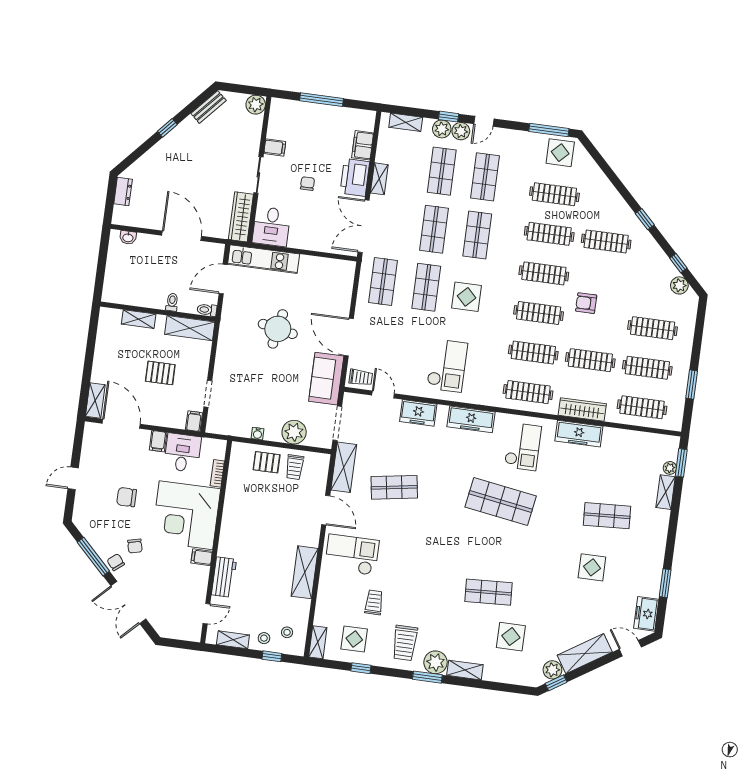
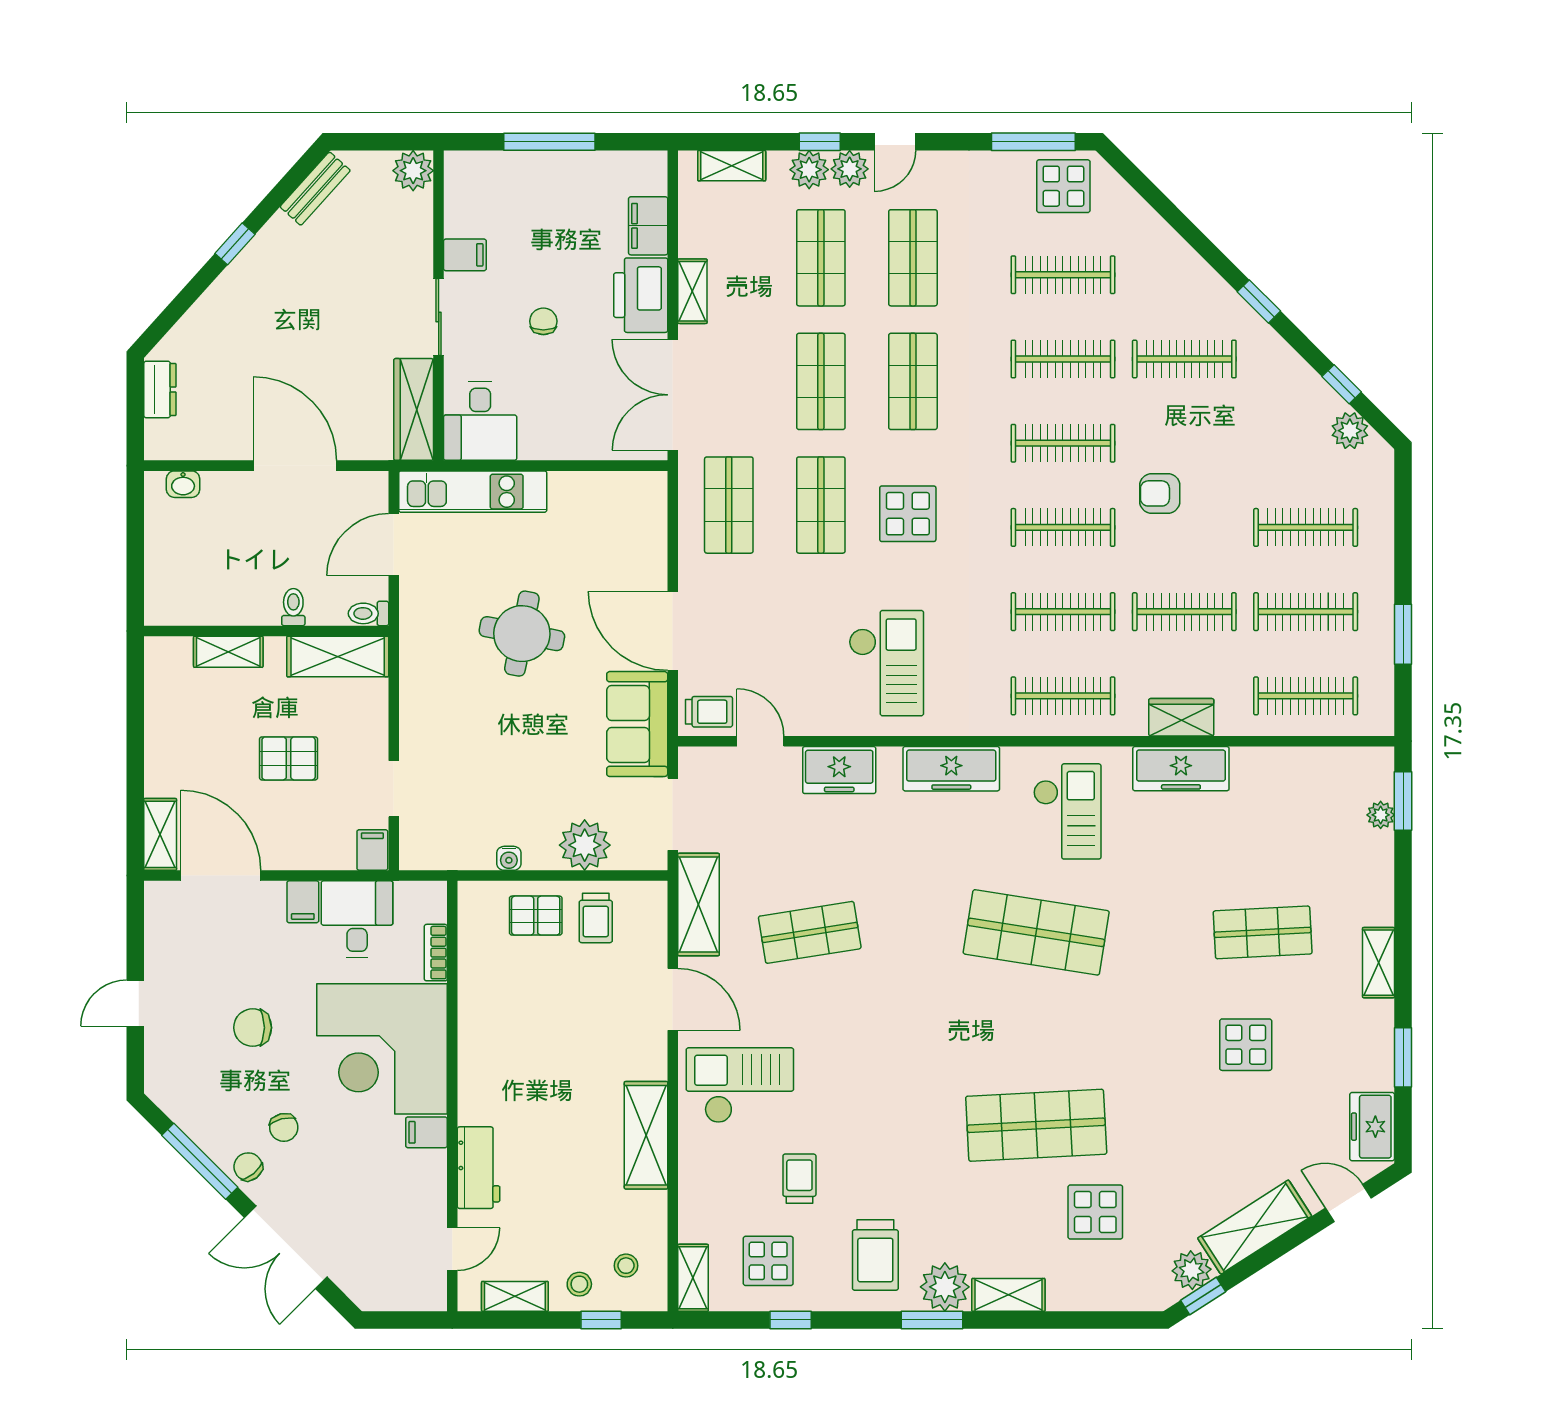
wardrobe: (582, 410) -> (1181, 717), width x0.67
shelving: (666, 492) -> (1379, 963), moved
shop shelf: (489, 592) -> (1036, 1125), width x1.43, depth x1.36

